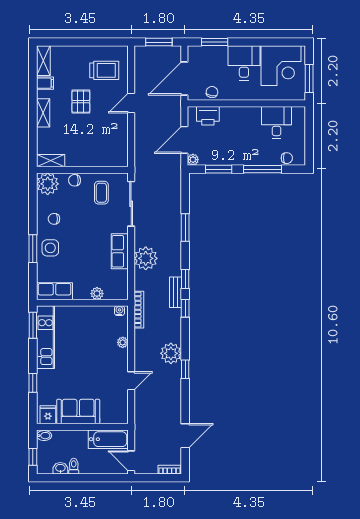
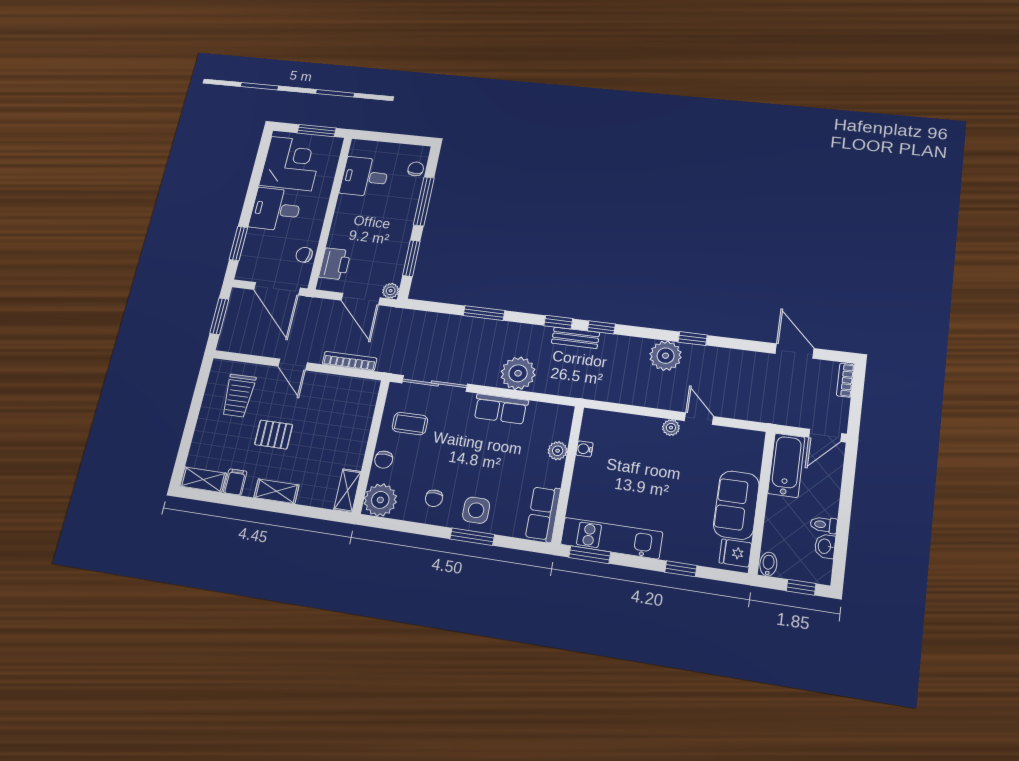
trolley: (104, 70) -> (238, 396), turned 180
bookcase: (139, 310) -> (350, 361), moved
water cooler: (119, 311) -> (584, 449), moved
plant: (123, 342) -> (671, 428), moved

